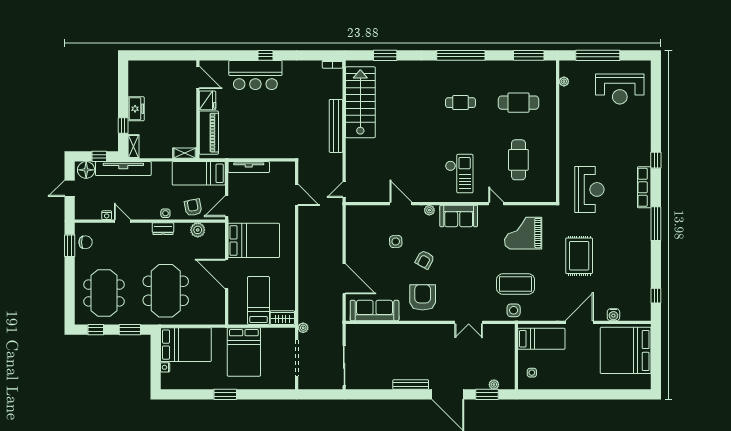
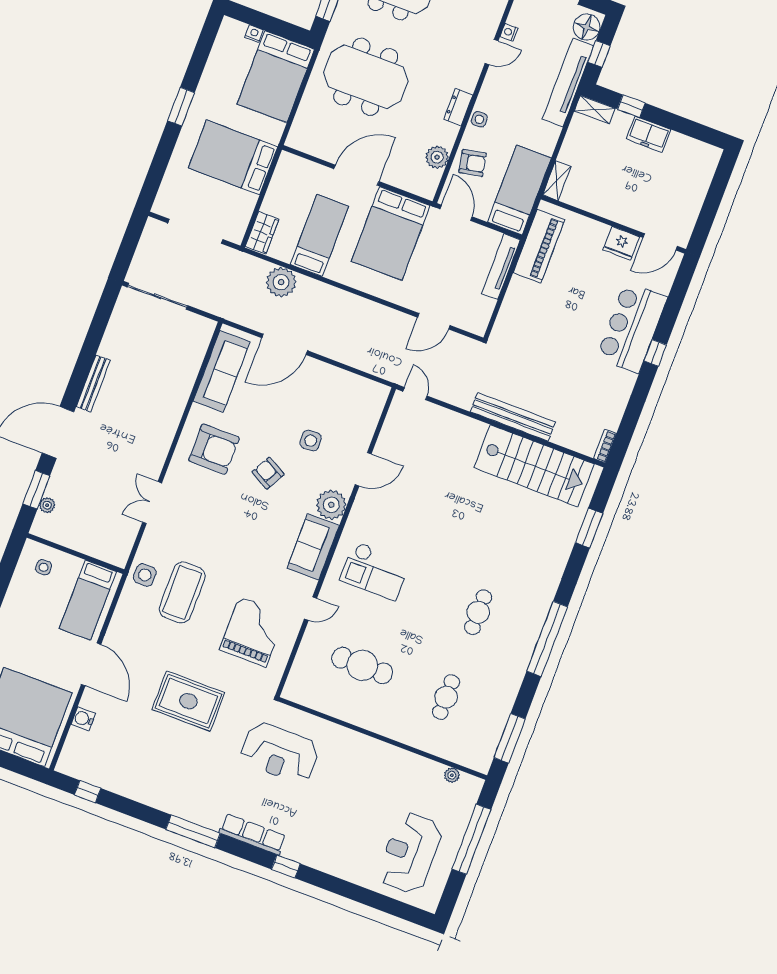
cafe table: (518, 103) -> (446, 697), width x0.73, depth x0.74
piano: (209, 133) -> (539, 246), moved, turned -90
plant: (429, 210) -> (331, 505), width x1.88, depth x1.88
bed: (258, 300) -> (319, 235), moved, turned -90
plant: (303, 328) -> (281, 282), moved, width x1.88, depth x1.88

